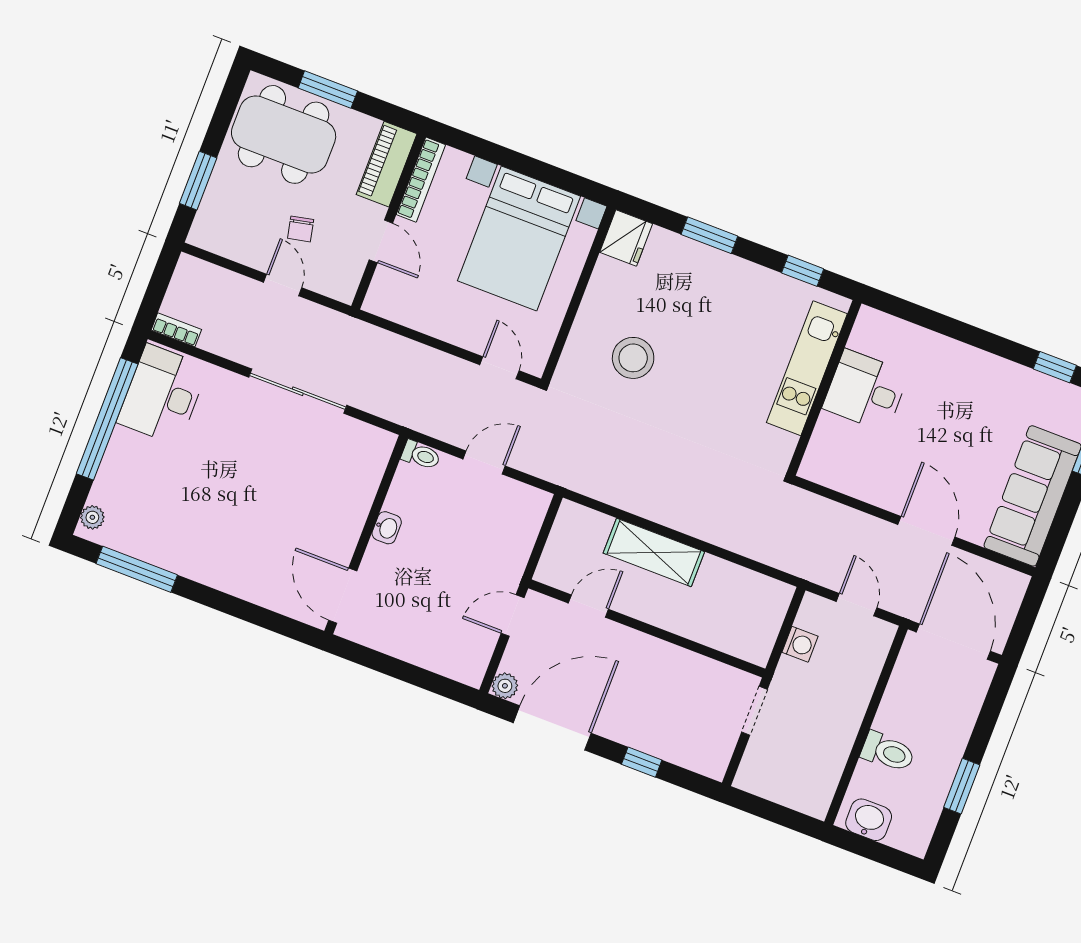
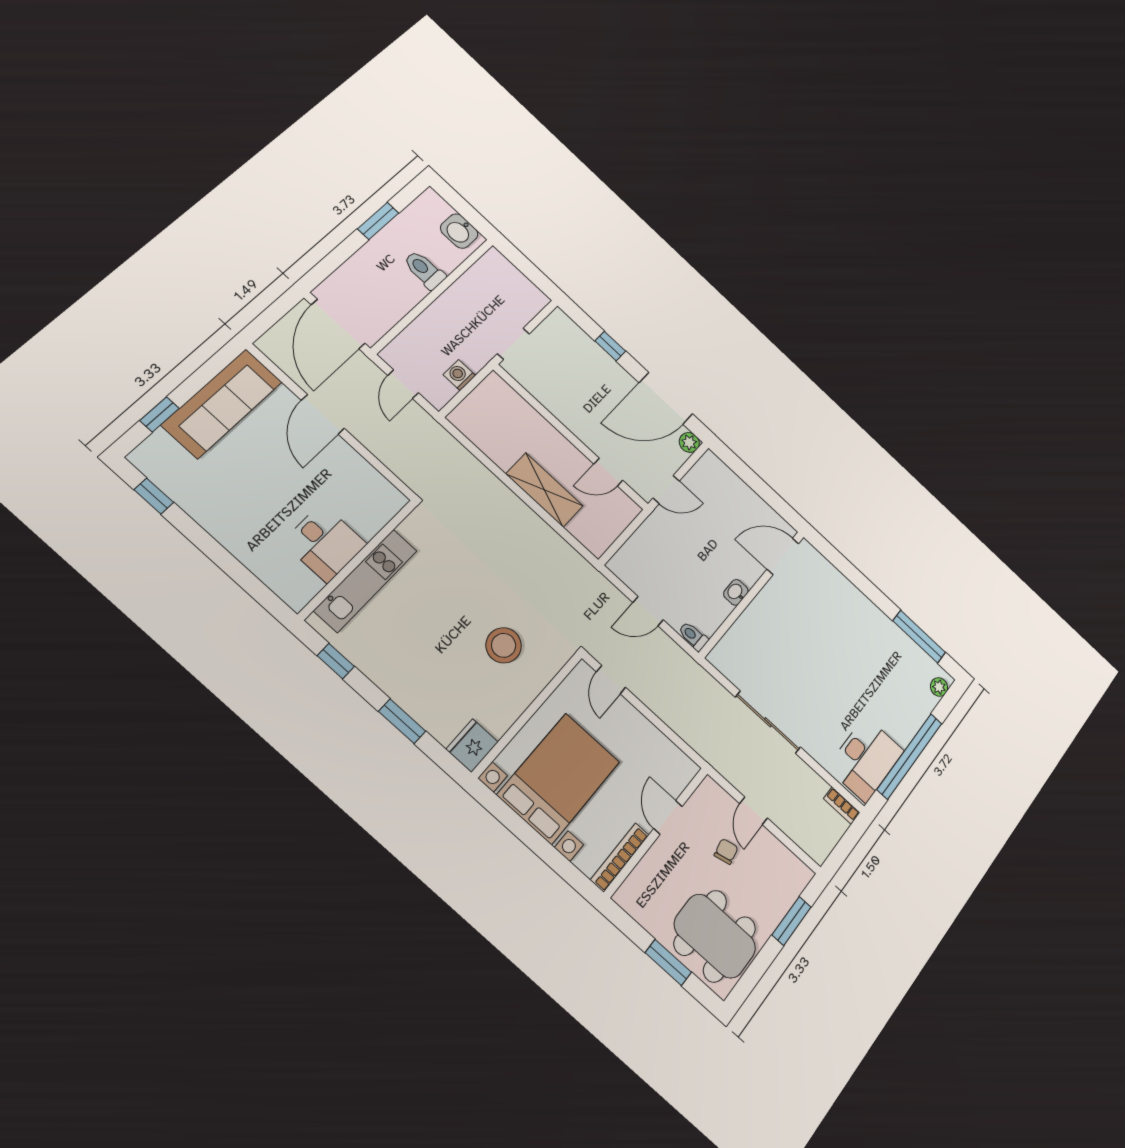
piano: (387, 164) -> (643, 881), removed
door: (343, 596) -> (783, 556), swing flipped

